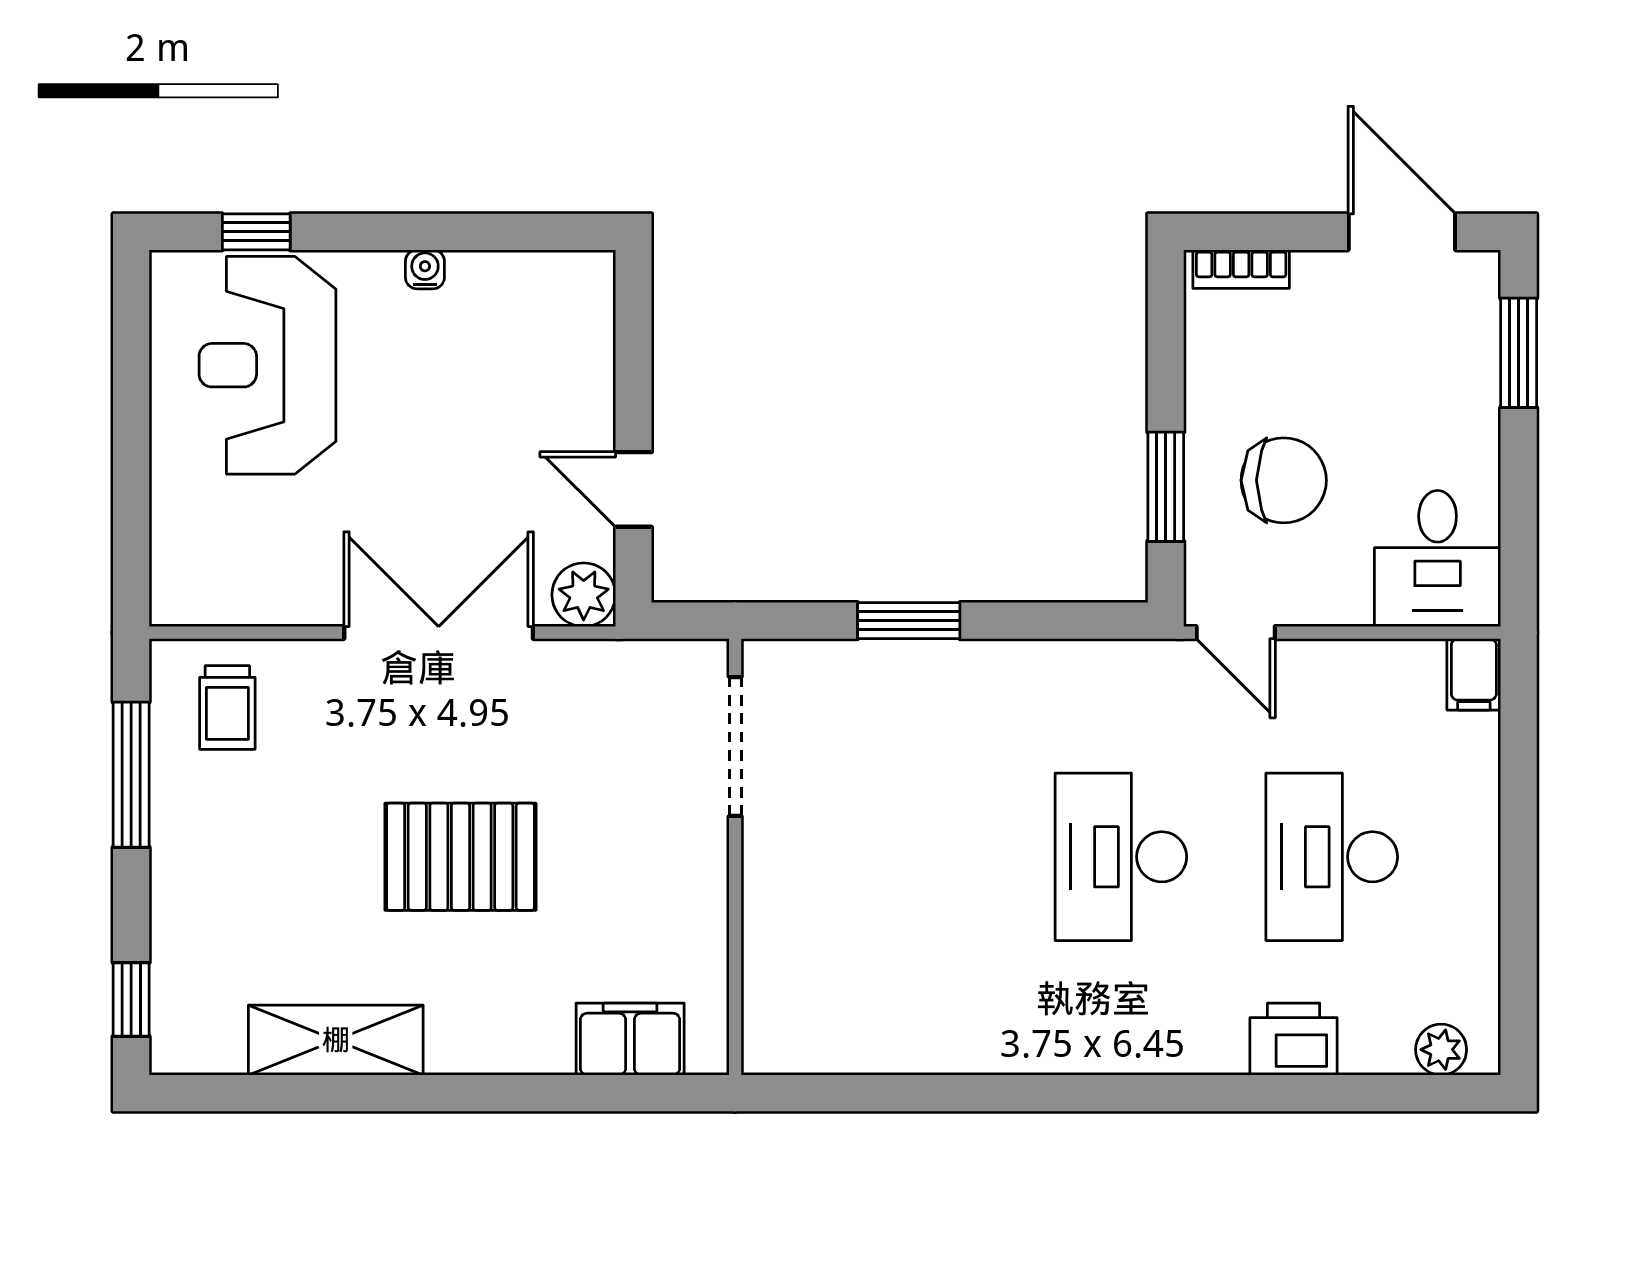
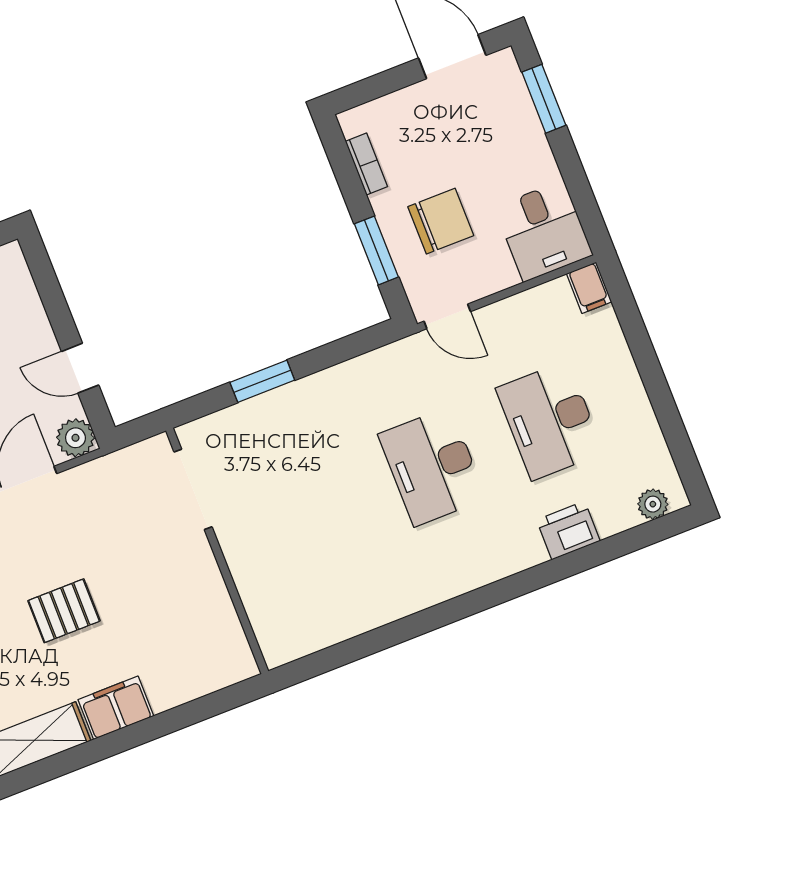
bookcase: (1241, 269) -> (366, 164), moved, turned -90
pallet: (460, 857) -> (64, 611), width x0.67, depth x0.71
filing cabinet: (630, 1039) -> (116, 708), moved

